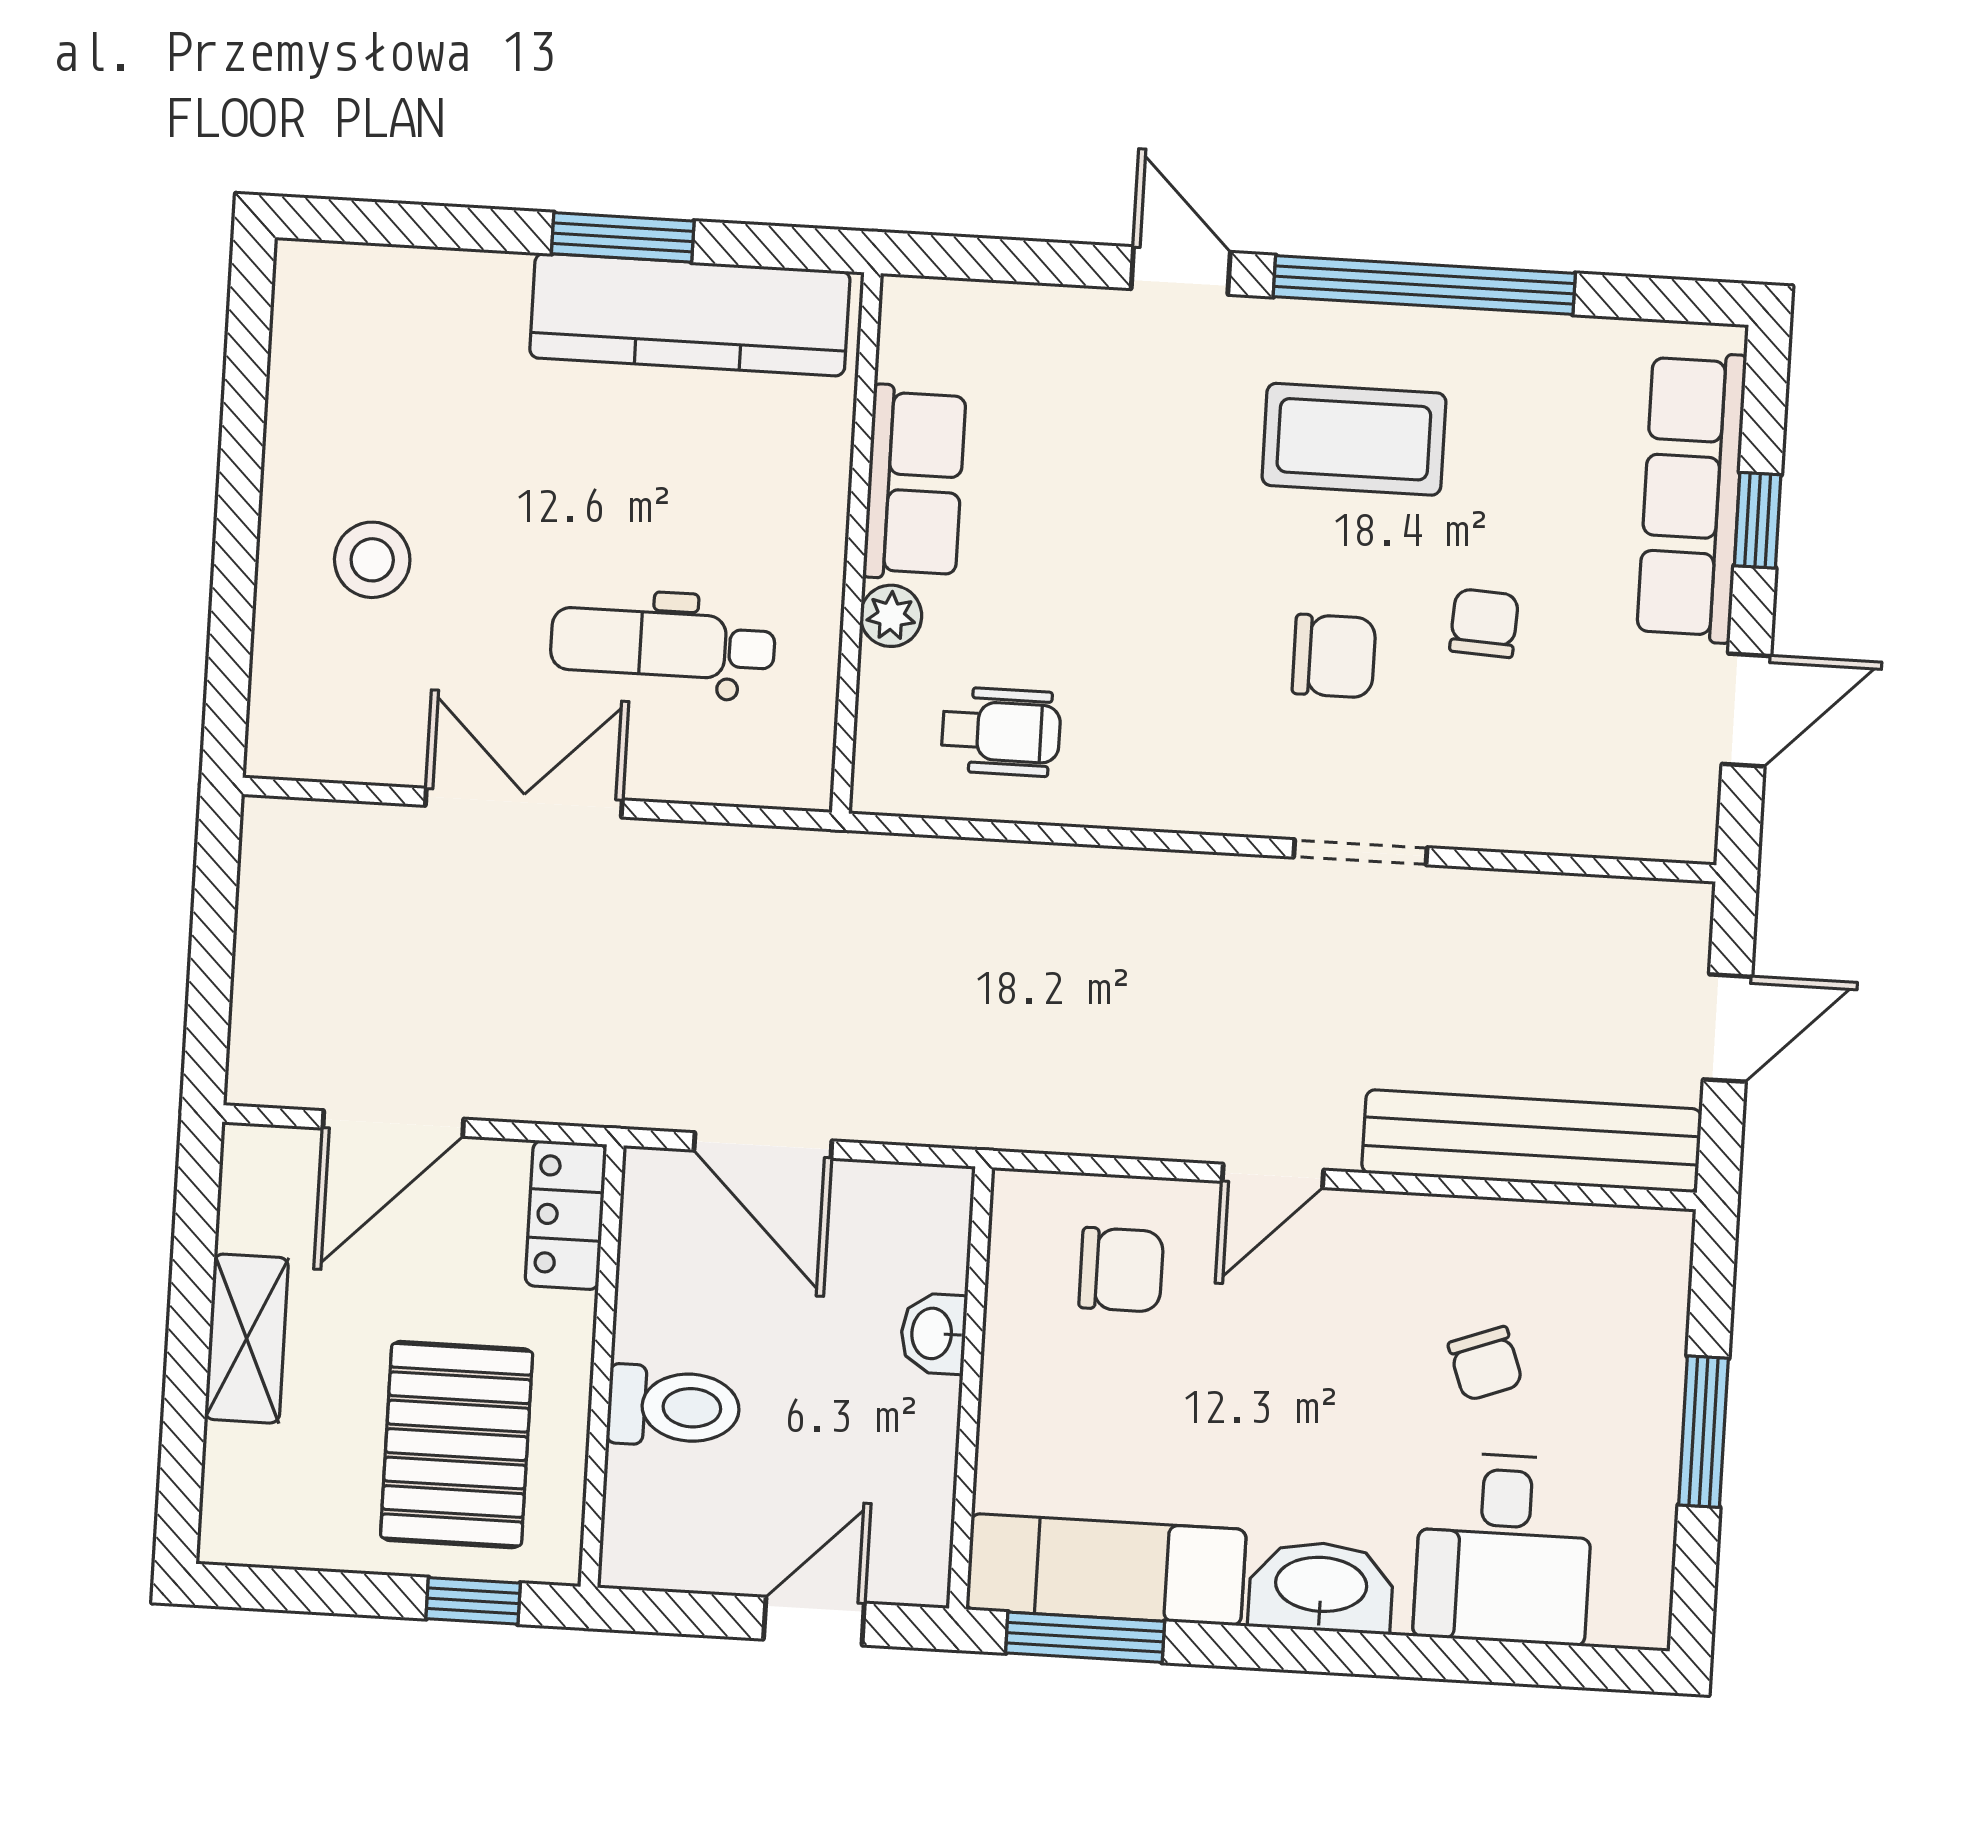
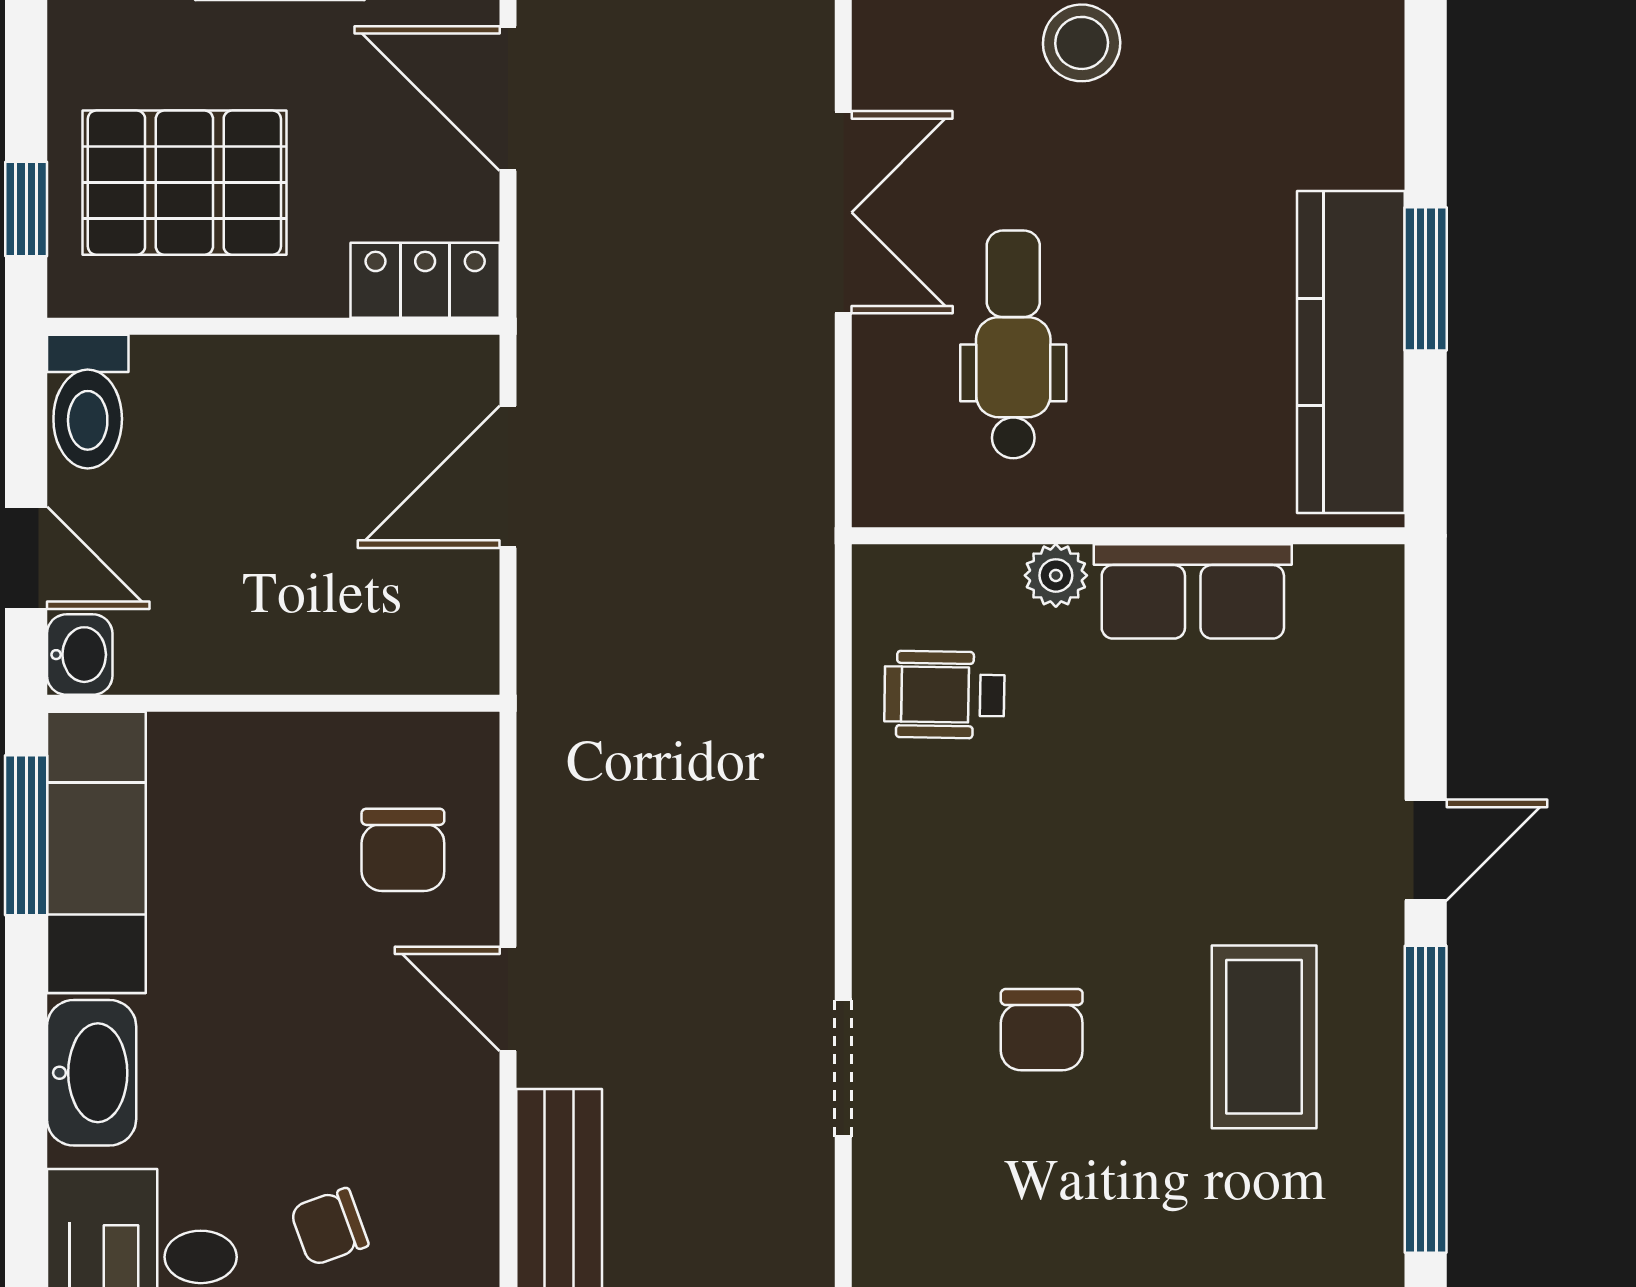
chair: (1484, 623) -> (1084, 1181), removed
wheelchair: (1001, 732) -> (944, 695), turned 91
washbasin: (934, 1334) -> (80, 655), moved, turned 90
toilet: (674, 1407) -> (88, 402), moved

